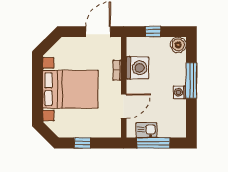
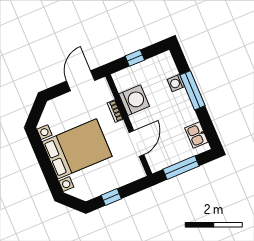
boiler: (178, 45) -> (165, 61), removed
washing machine: (180, 92) -> (176, 83), moved
kitchen sink: (146, 130) -> (196, 135), moved, turned -90

